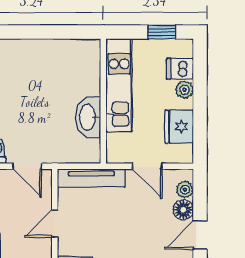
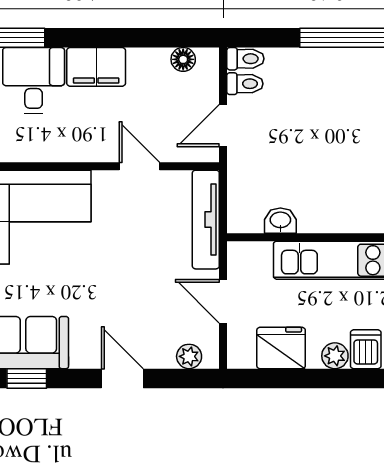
washbasin: (88, 117) -> (280, 221), width x0.52, depth x0.69
door: (147, 166) -> (223, 301), hinge flipped
floor lamp: (183, 210) -> (159, 354), removed

